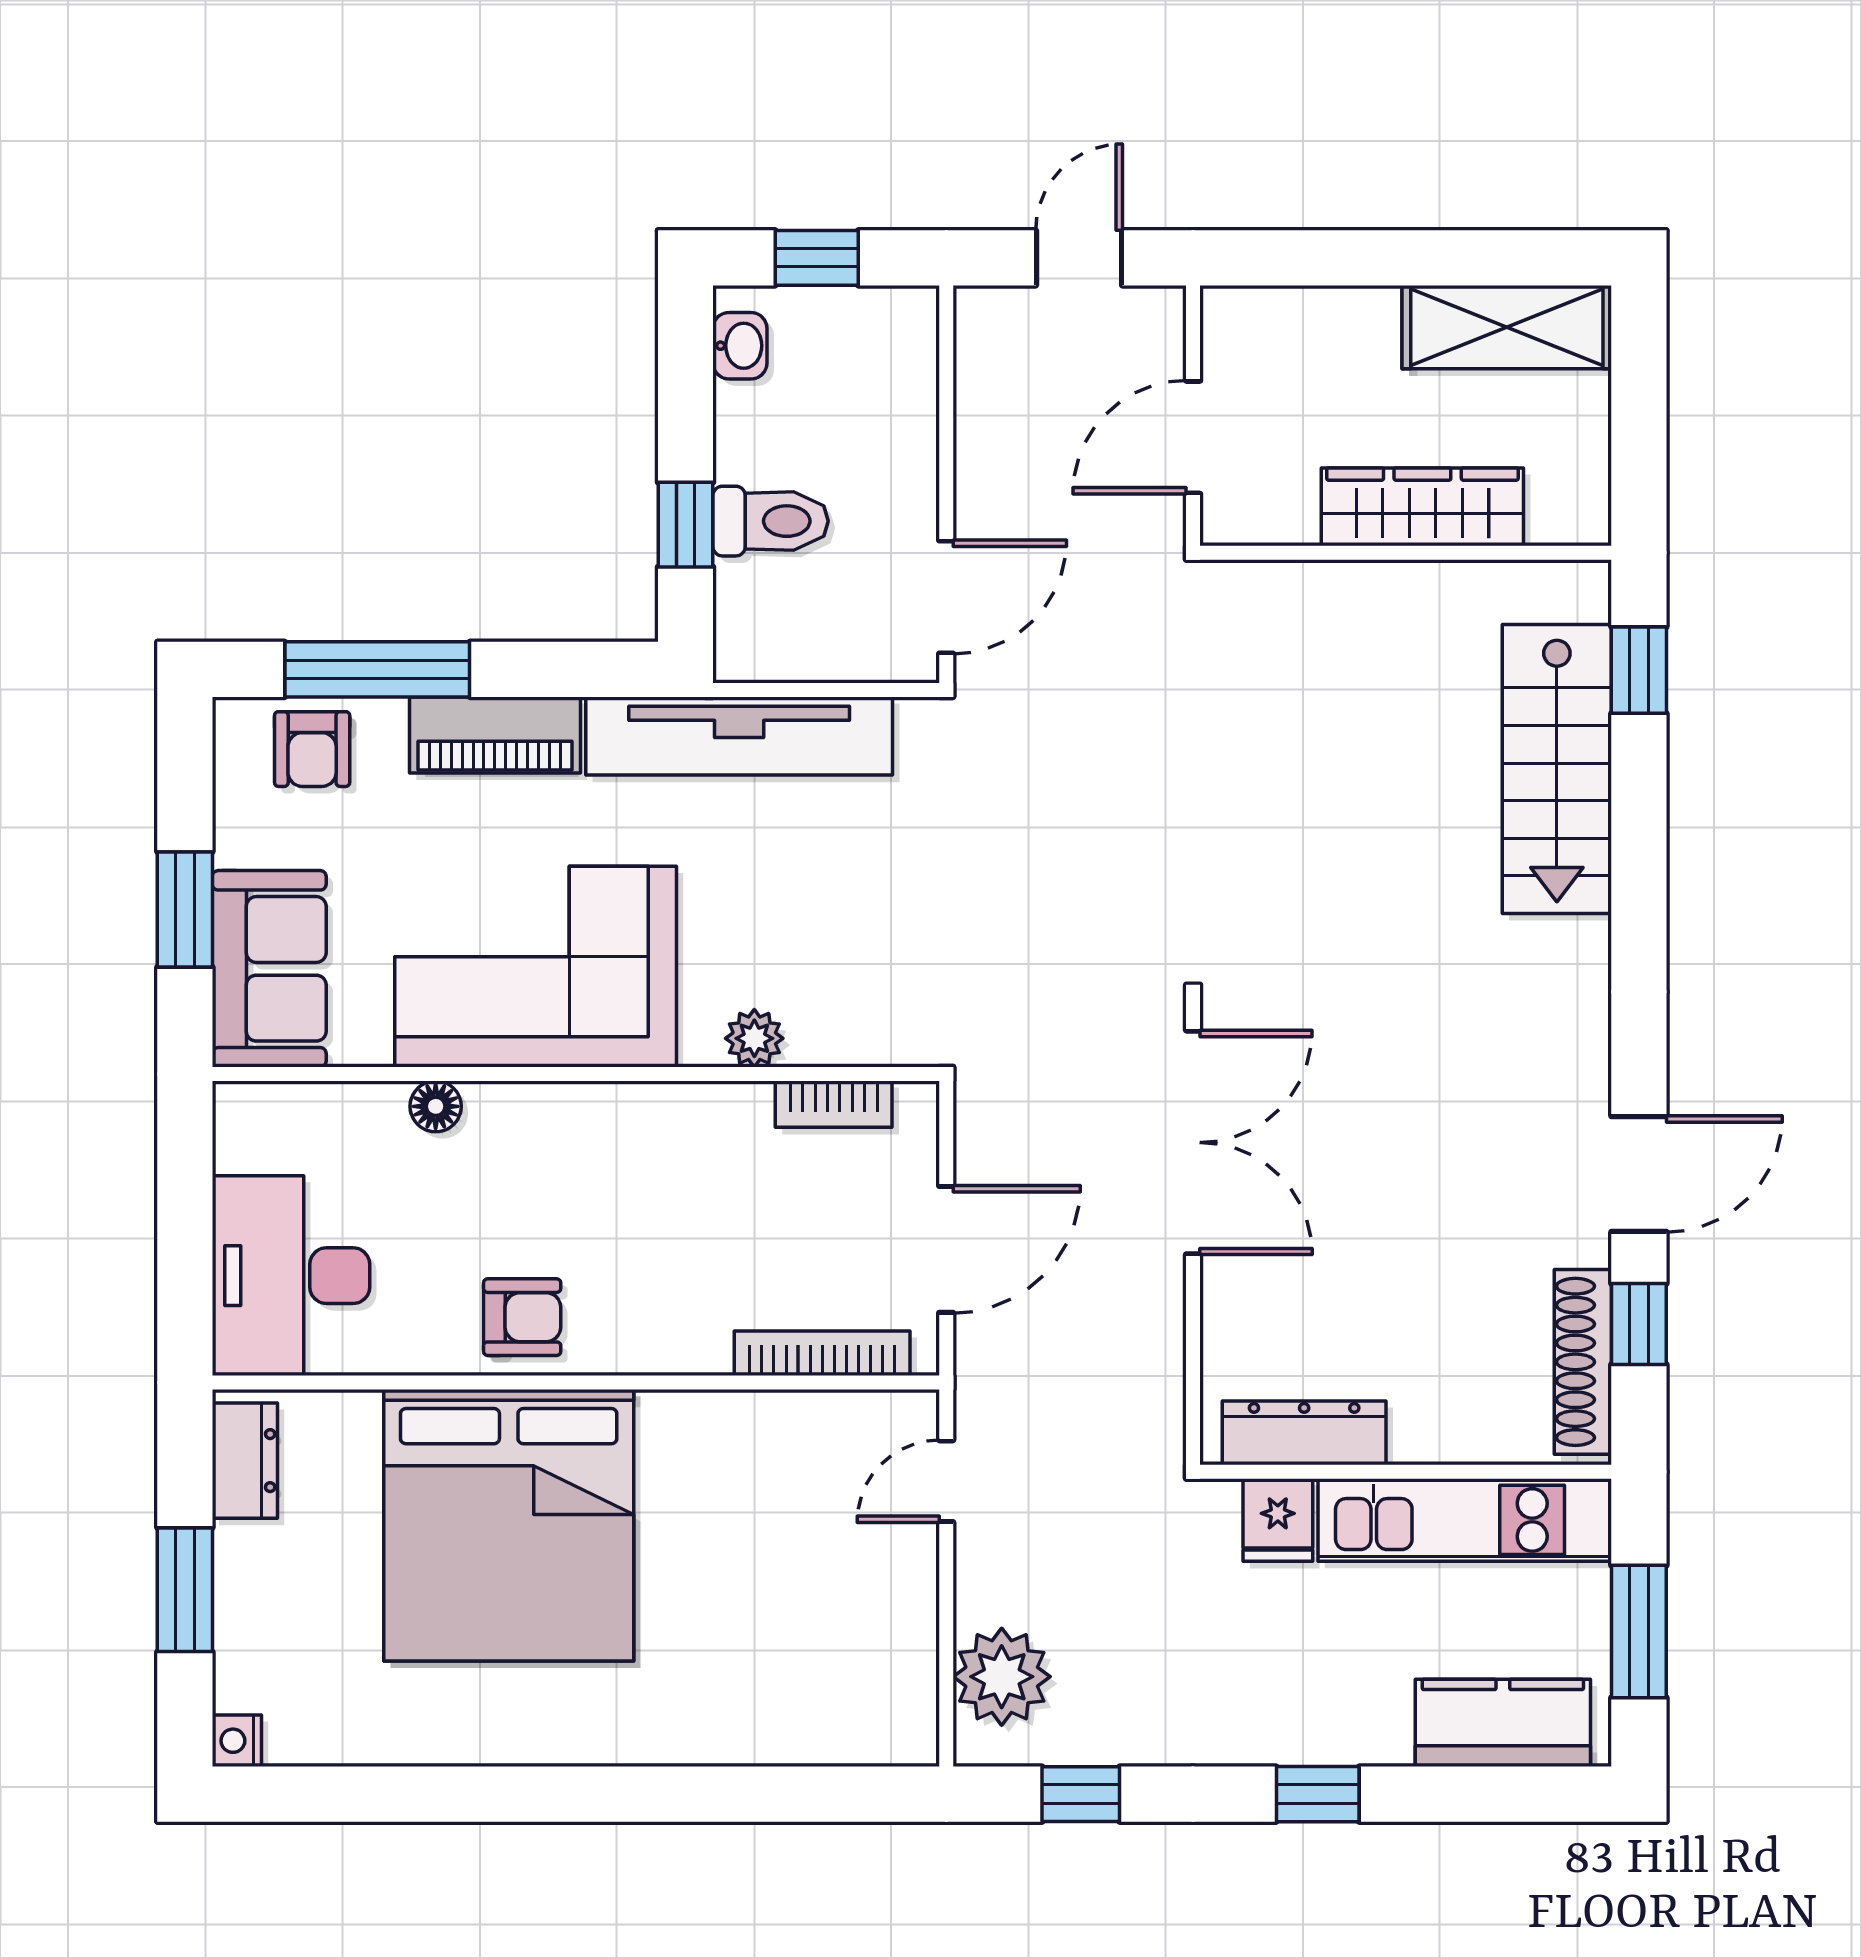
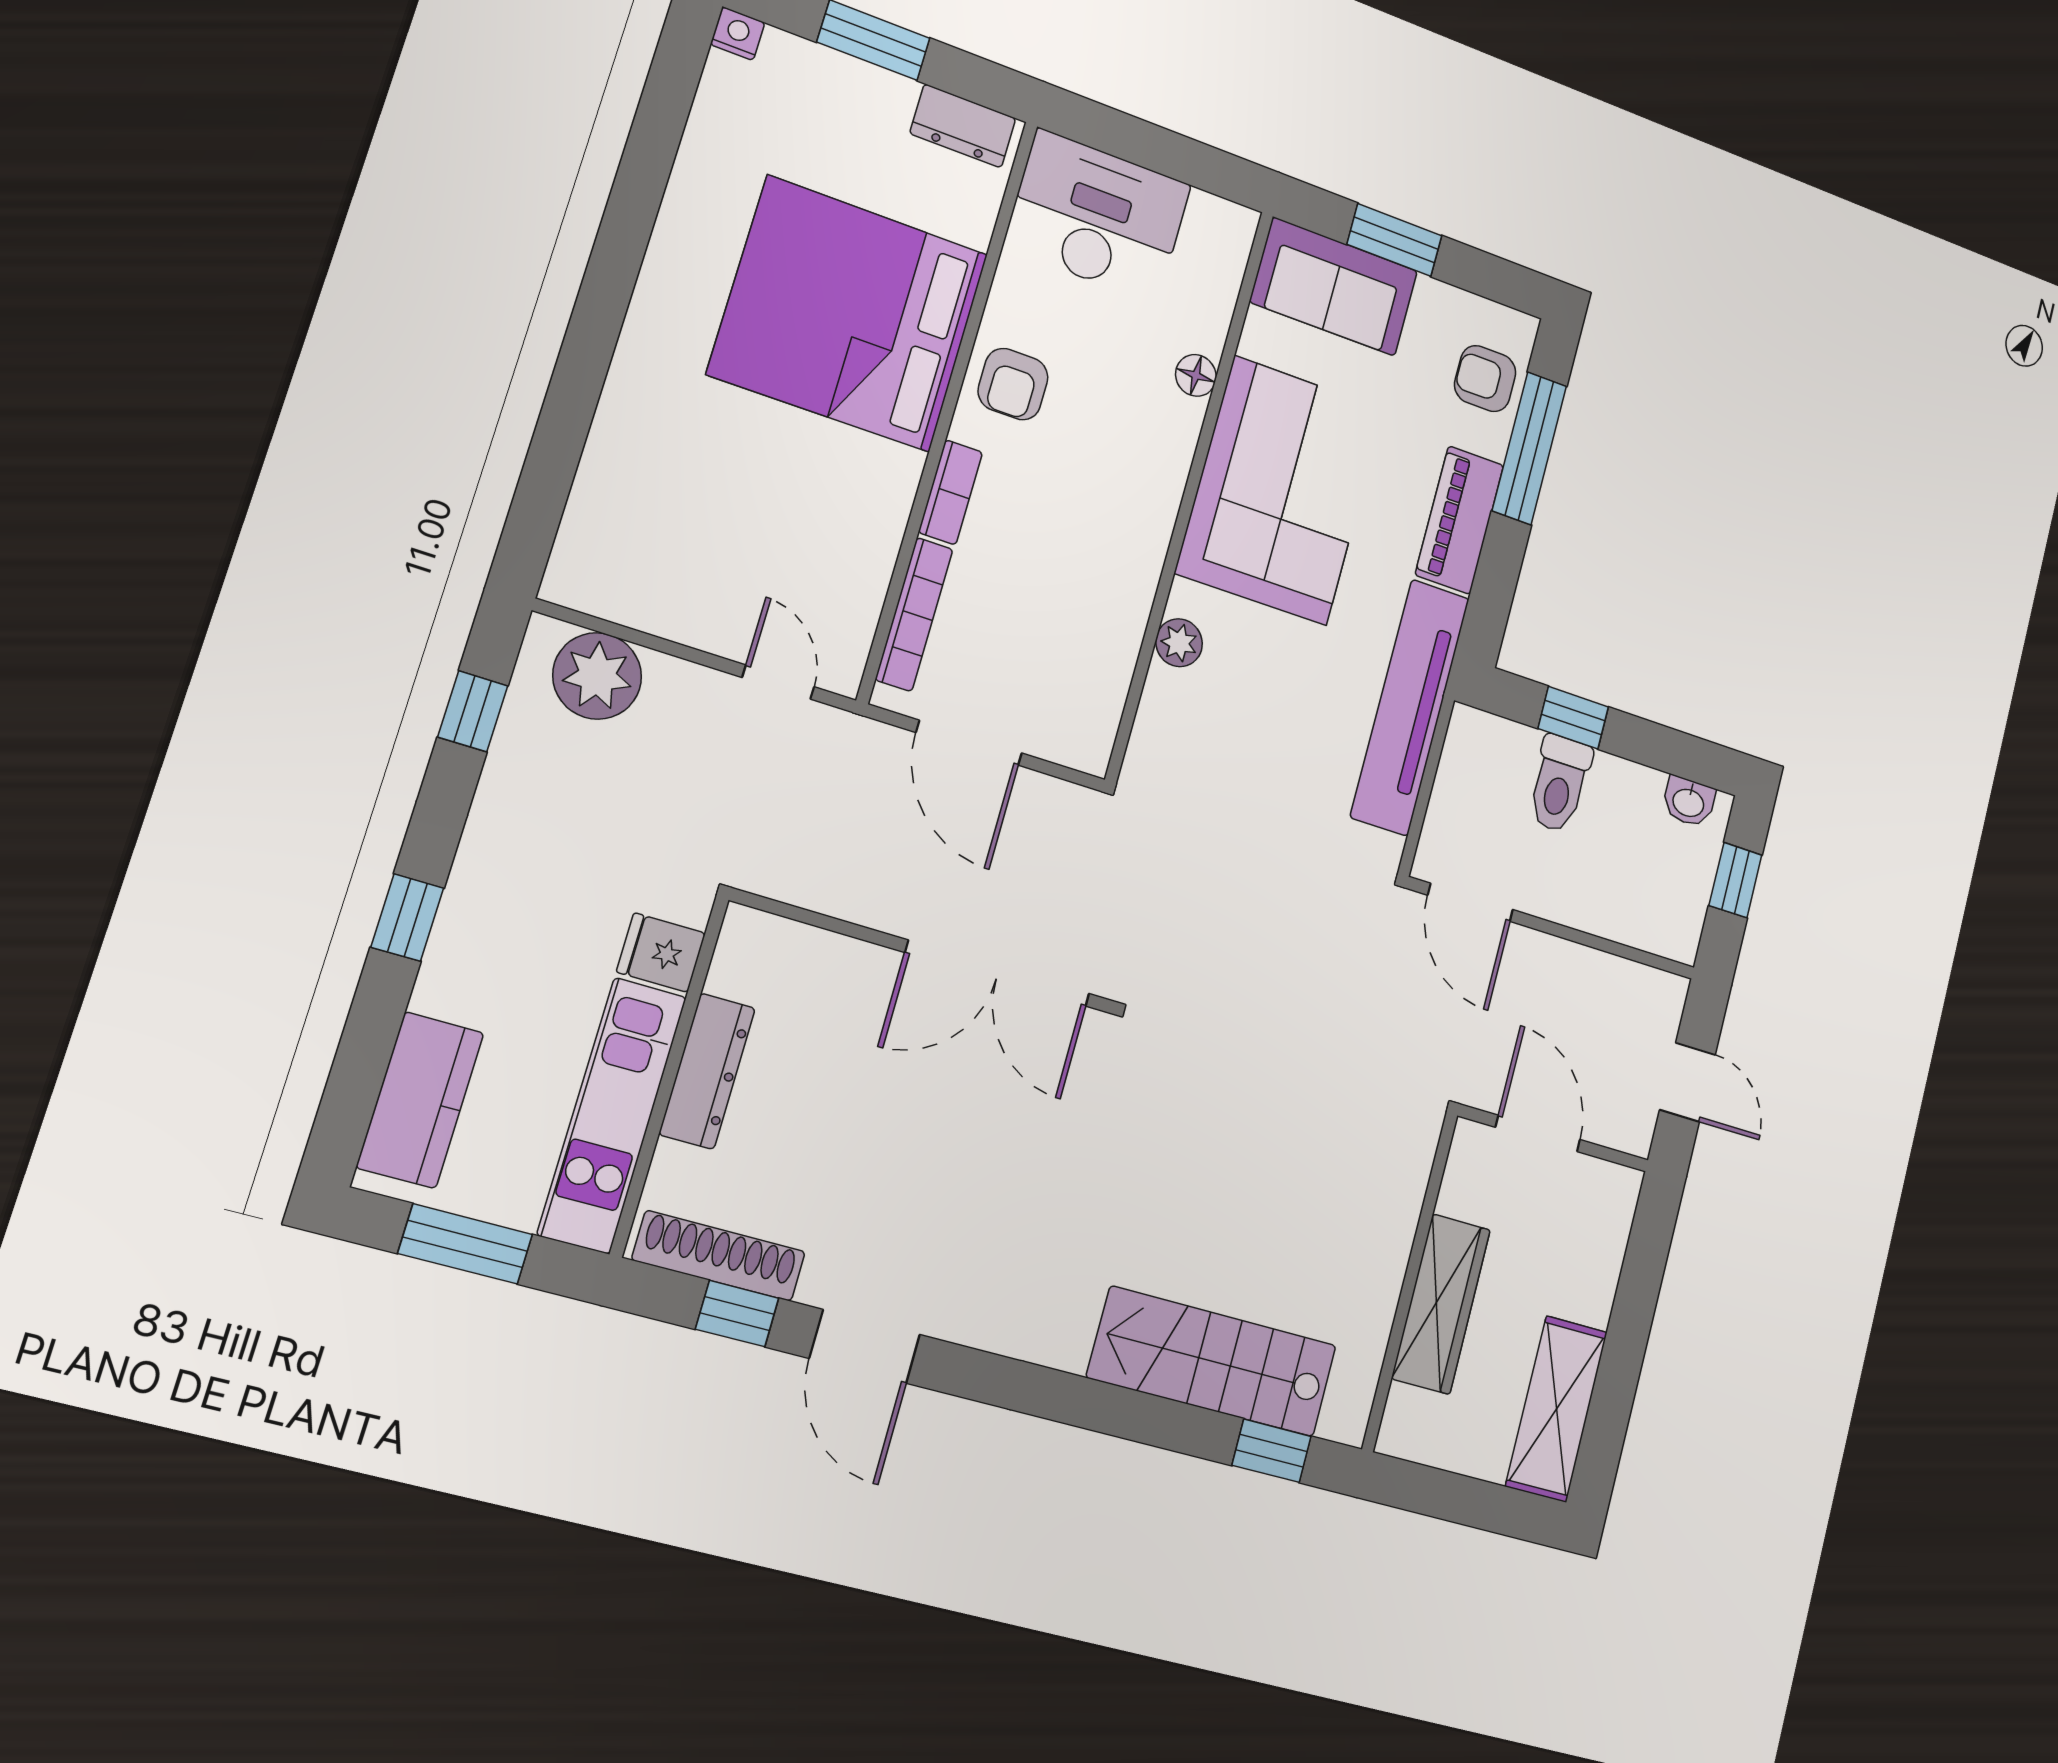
bookcase: (834, 1104) -> (950, 492), moved, turned 180
dresser: (1304, 1433) -> (707, 1071), moved

